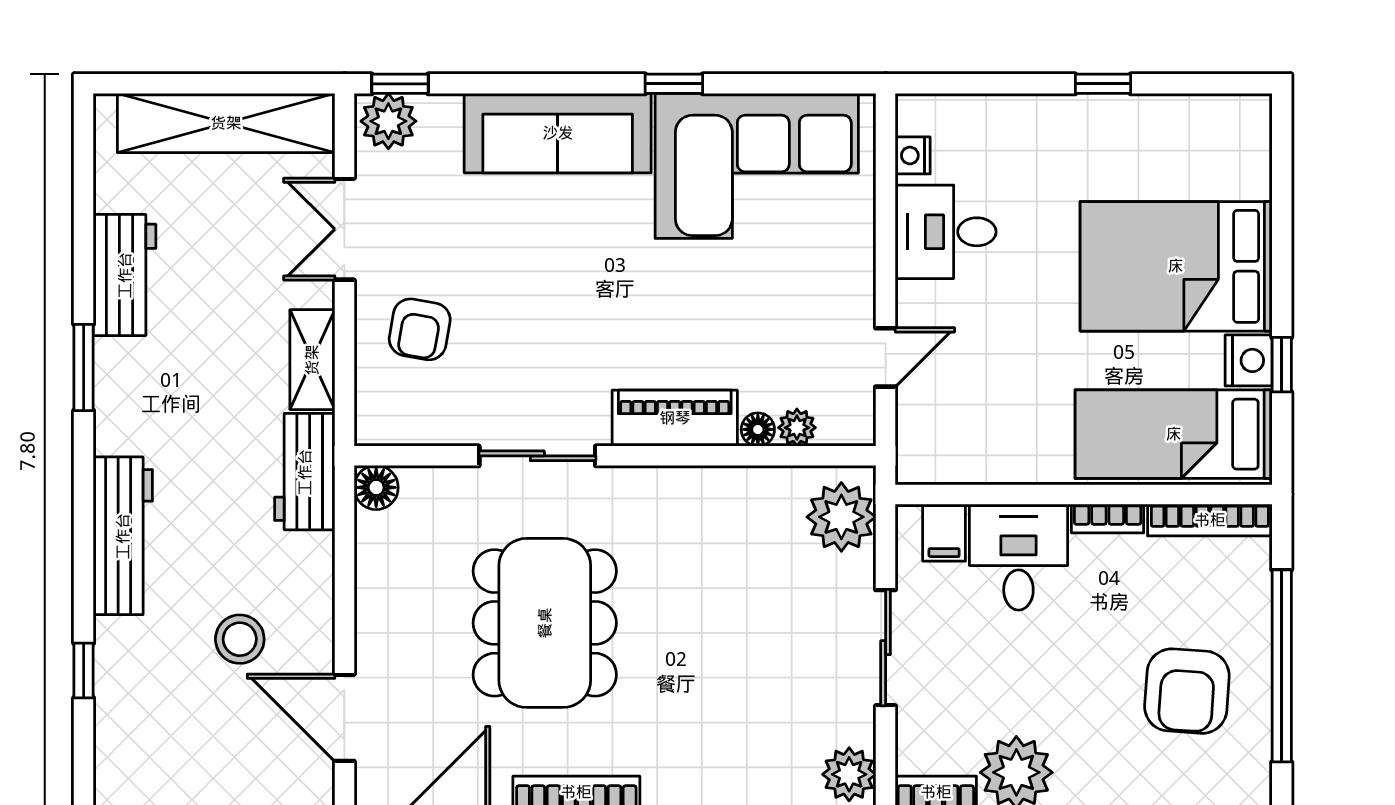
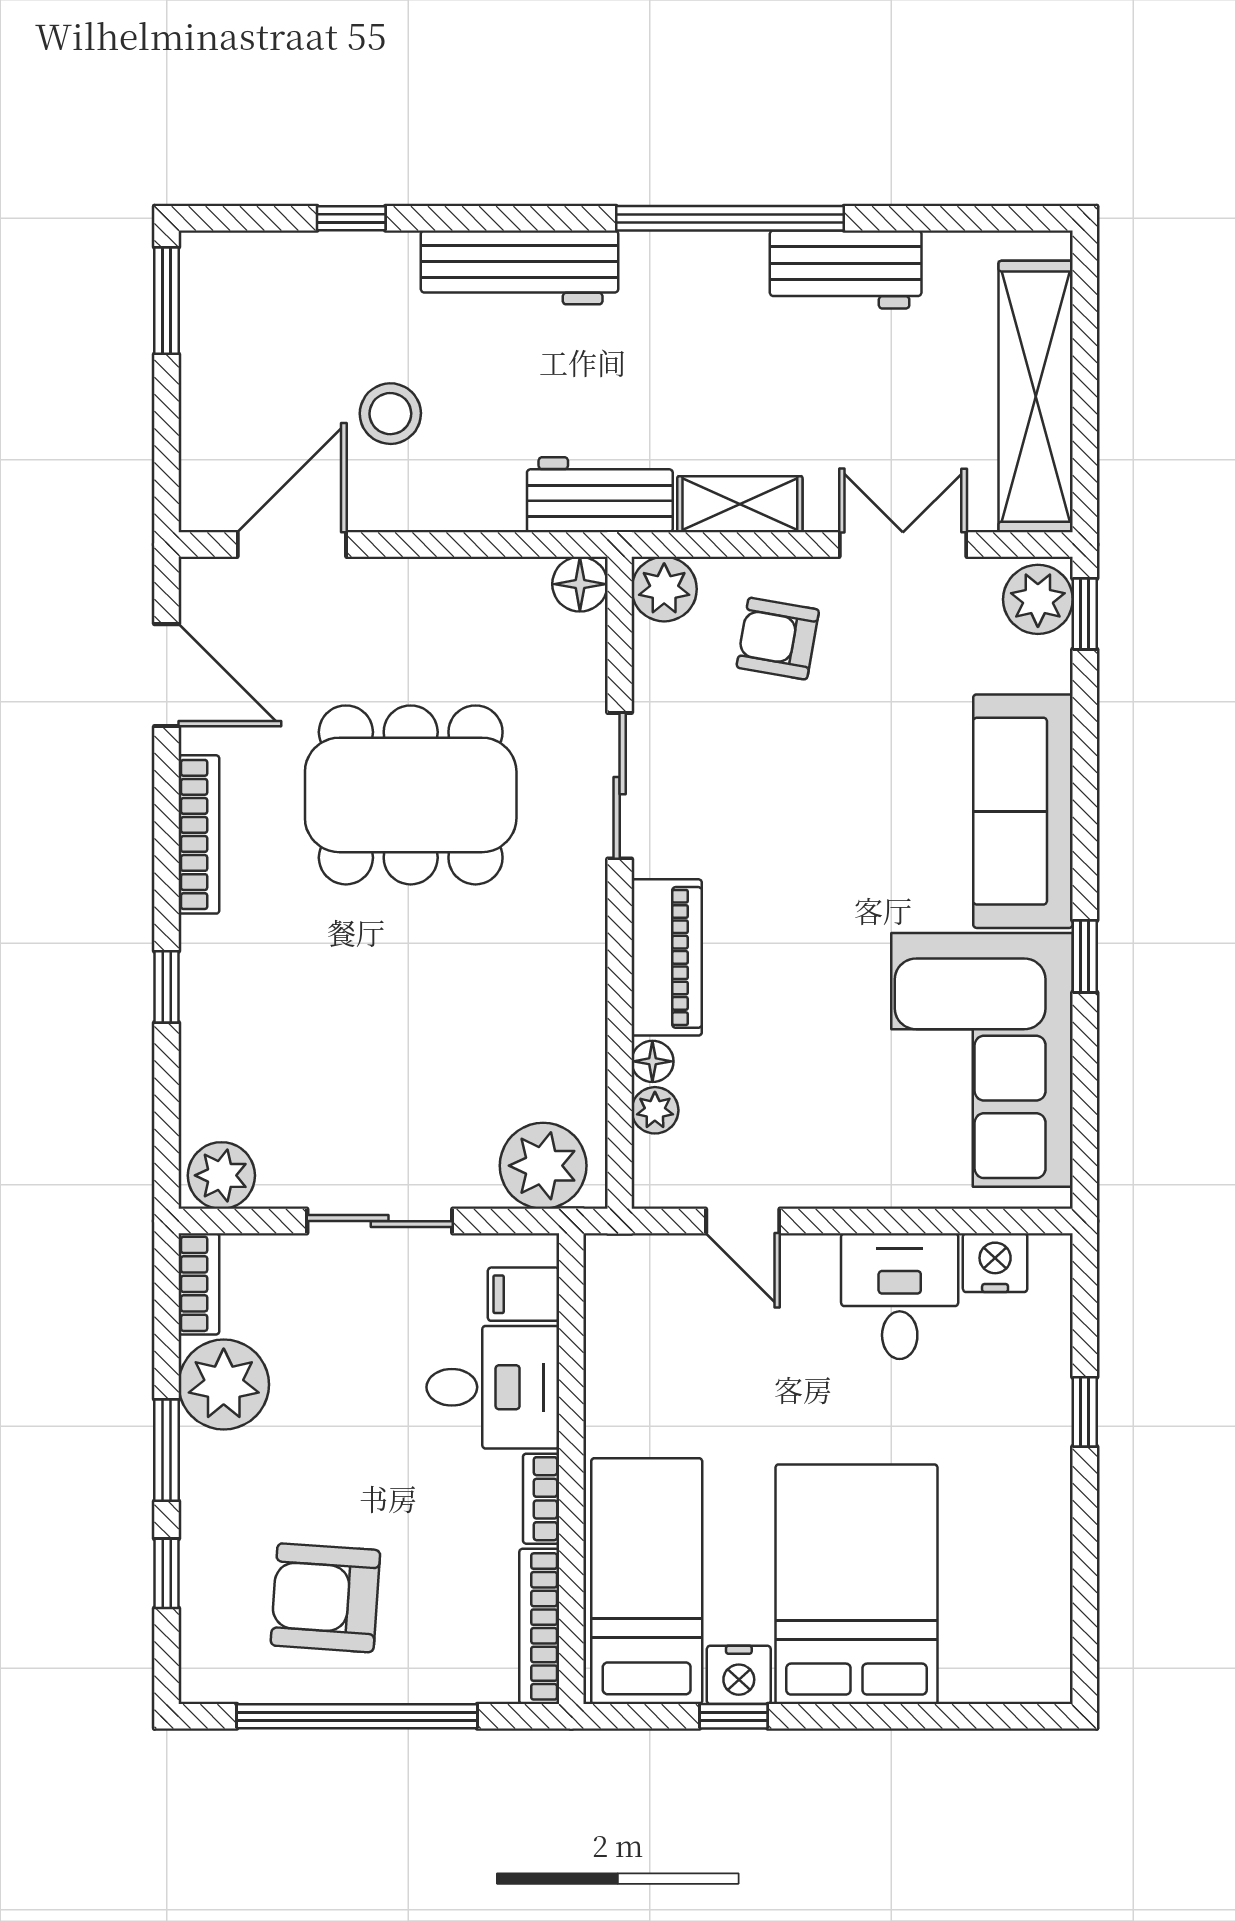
window: (1103, 84) -> (1085, 1412), moved
nightstand: (913, 155) -> (995, 1263), width x1.39, depth x1.35
window: (84, 367) -> (730, 218), width x2.11
plant: (380, 420) -> (664, 589), added

